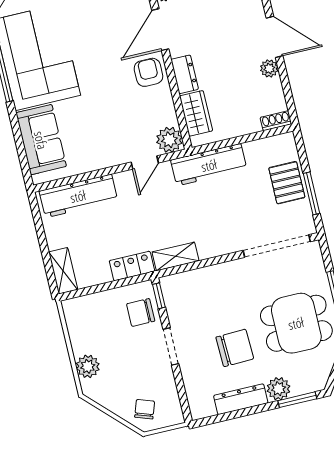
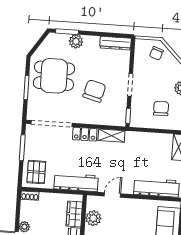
plant: (169, 140) -> (93, 218), moved
pallet: (287, 183) -> (36, 172), moved
locker: (132, 266) -> (85, 134), moved
chair: (141, 312) -> (161, 108), moved, turned -90
chair: (235, 348) -> (94, 91), moved, turned 107
dresser: (241, 399) -> (115, 43), moved

